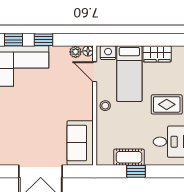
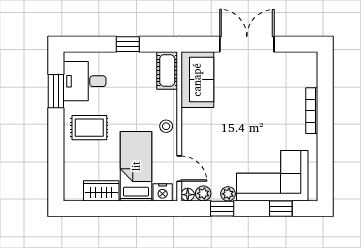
window: (44, 40) -> (222, 209), moved
plant: (56, 52) -> (228, 194), added
cot: (129, 157) -> (167, 70), moved, turned 90

